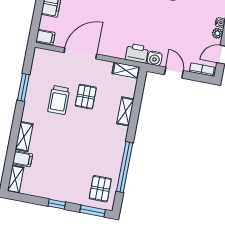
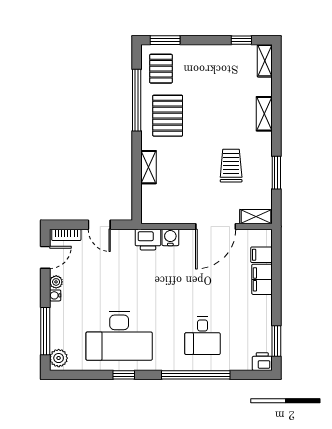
filing cabinet: (45, 37) -> (261, 255), moved
water cooler: (155, 58) -> (170, 237), moved
shelving: (126, 70) -> (256, 217), moved
pallet: (86, 97) -> (168, 116), moved, width x1.50, depth x1.42
filing cabinet: (22, 159) -> (261, 87), removed
window: (57, 204) -> (241, 40), moved

